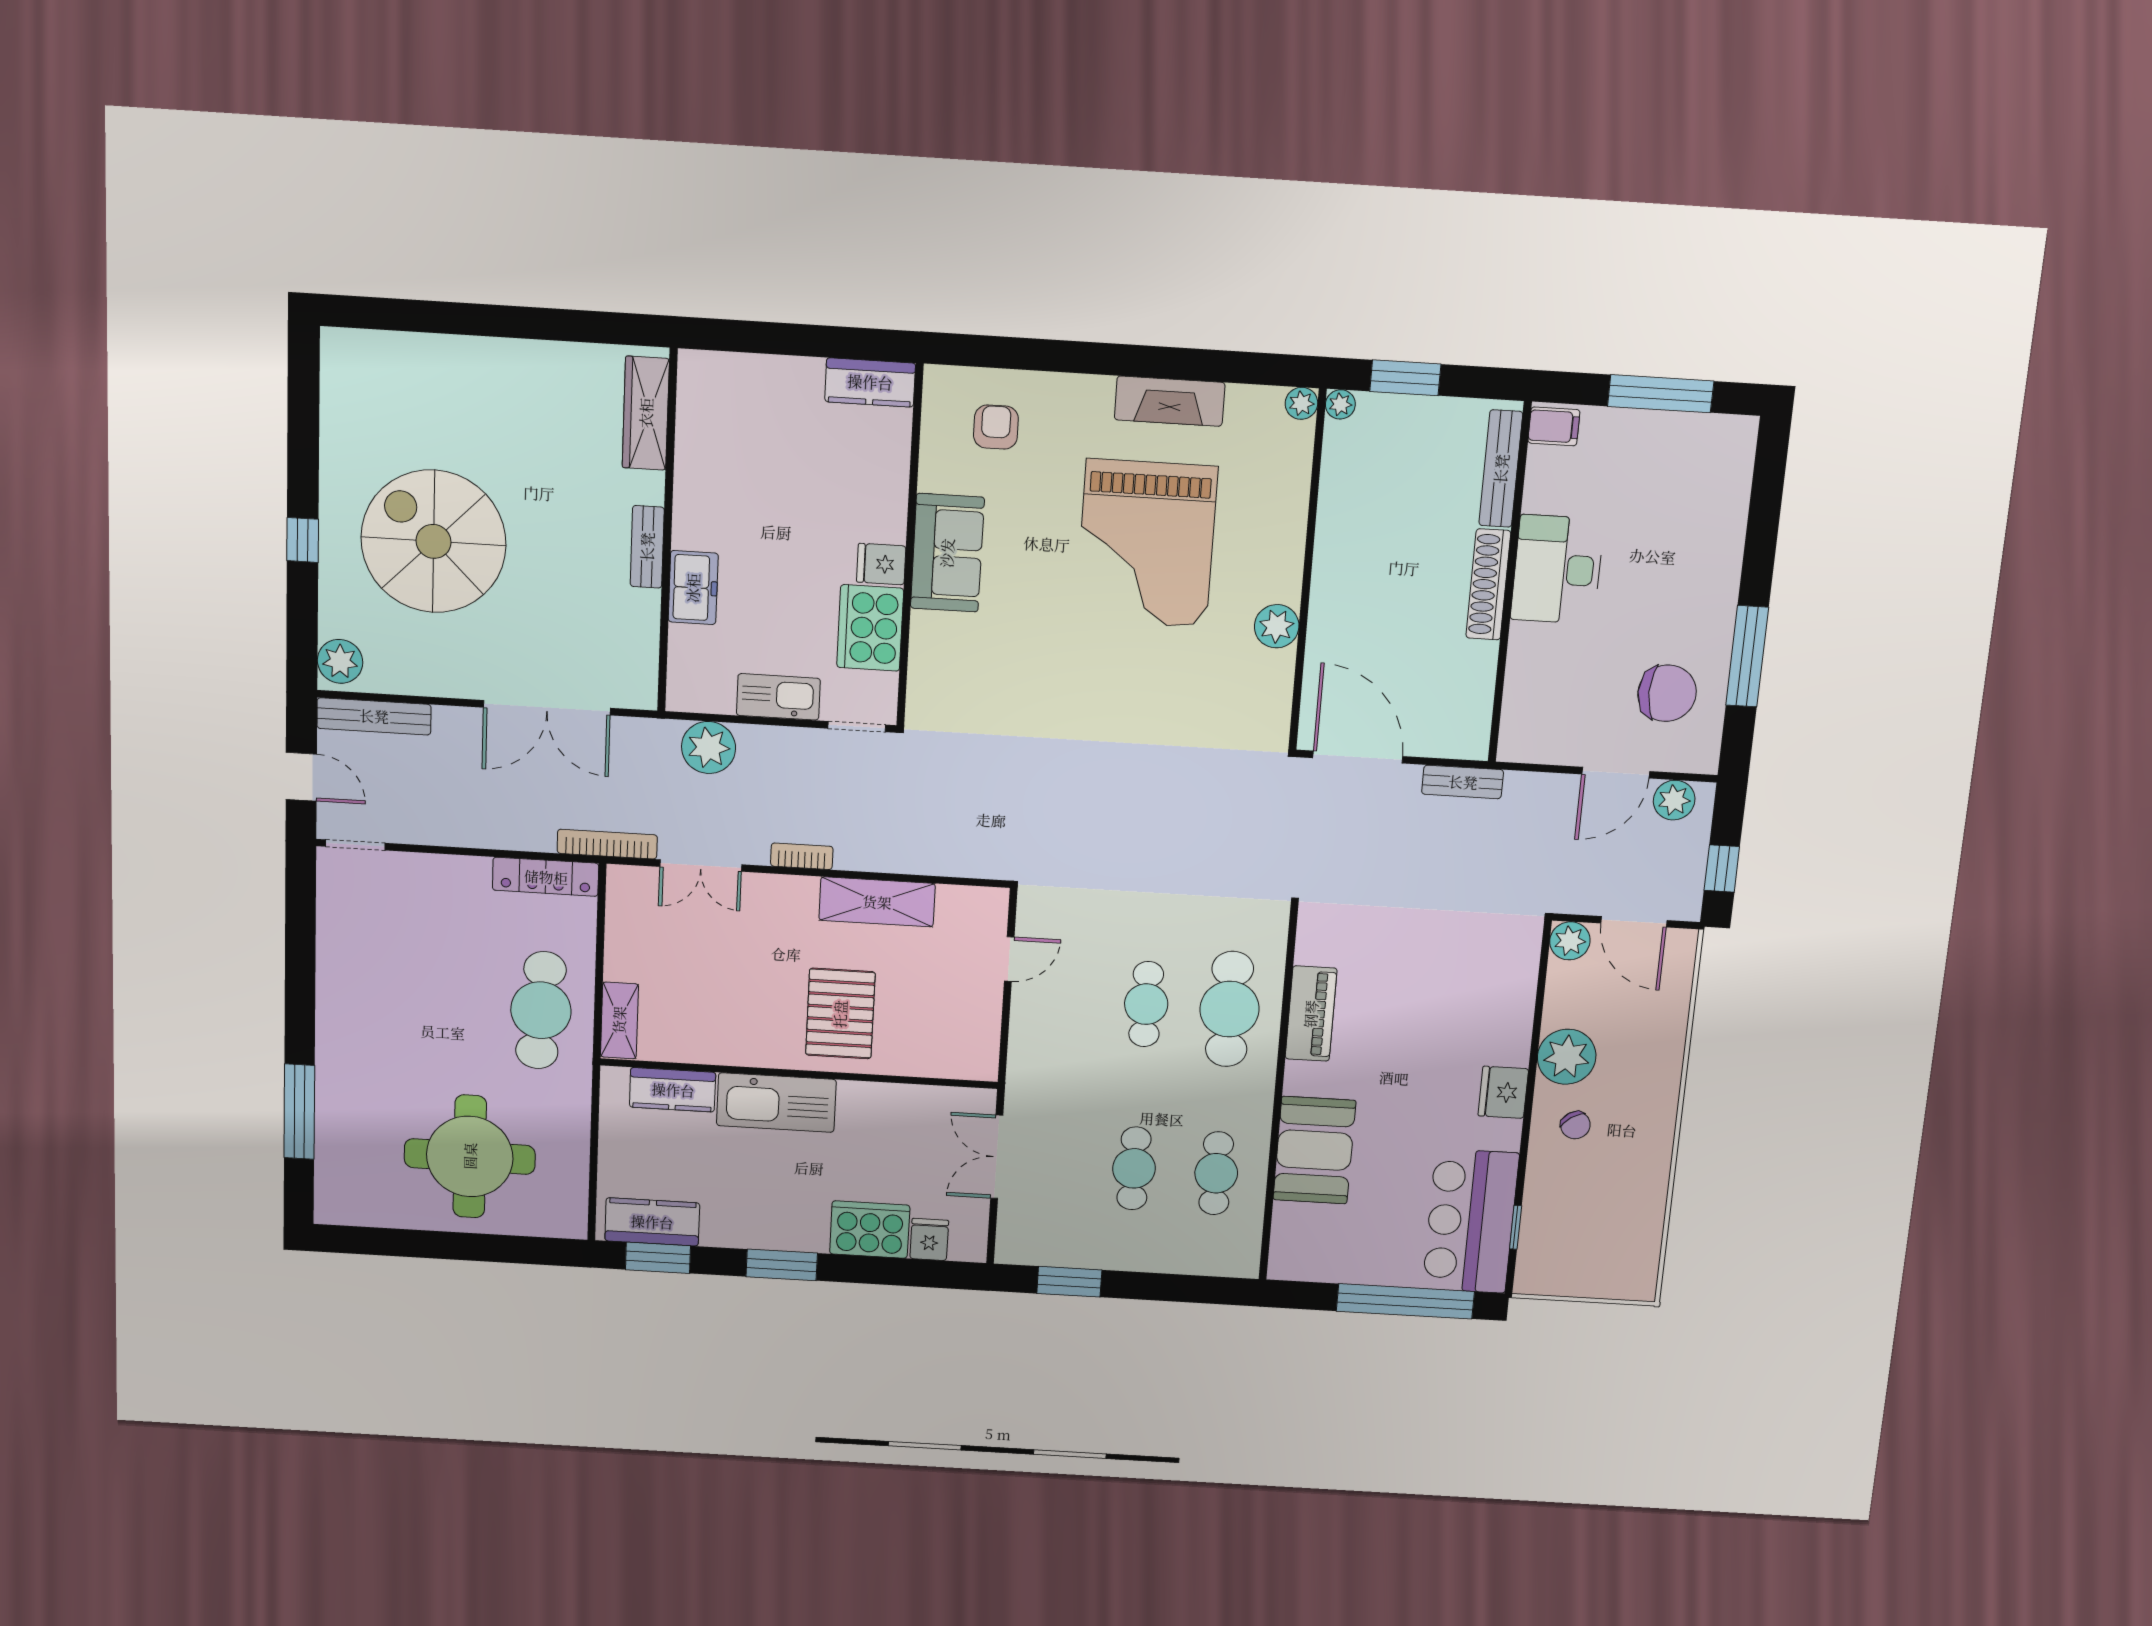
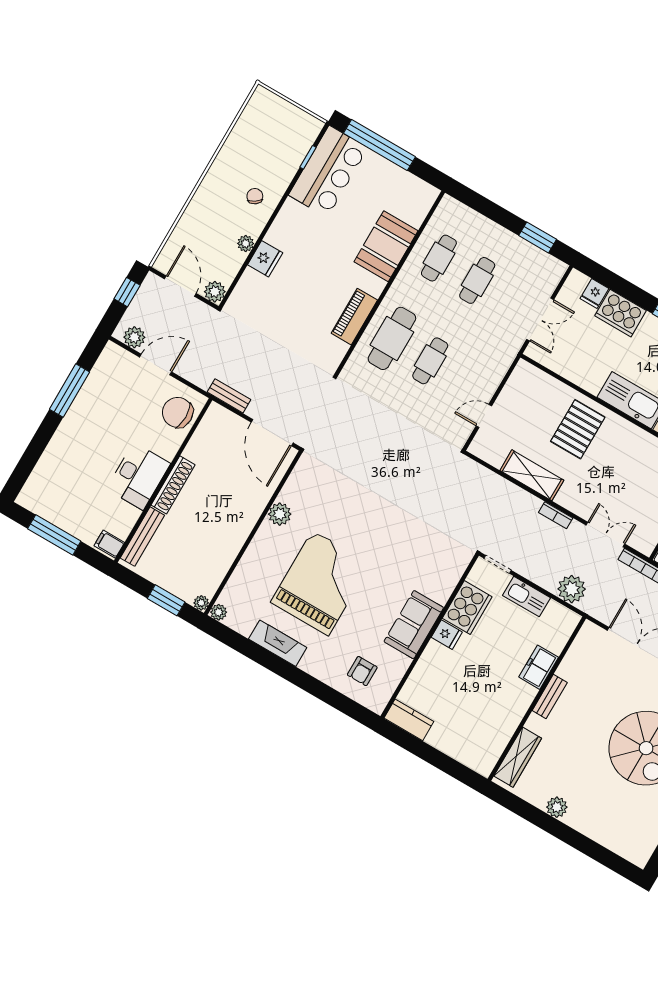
plant: (530, 360) -> (557, 807), added
chair: (1667, 693) -> (178, 412), moved
plant: (1567, 1057) -> (246, 243), width x0.53, depth x0.53
fridge: (1503, 1092) -> (265, 259), moved

